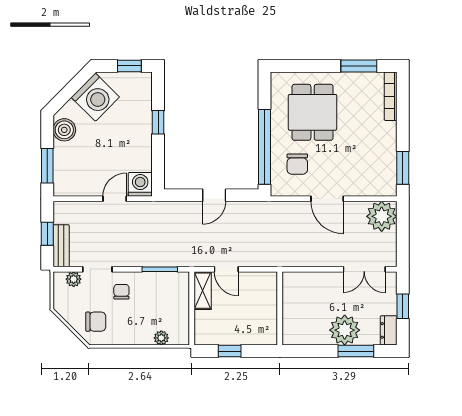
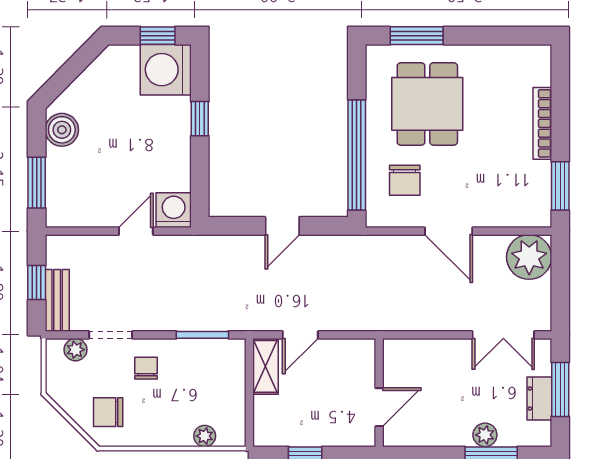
window: (359, 66) -> (417, 36), moved
bookcase: (391, 96) -> (542, 123), moved
washing machine: (95, 97) -> (166, 70), moved, turned 135
door: (226, 269) -> (300, 335), hinge flipped
window: (403, 306) -> (560, 389), width x1.50
door: (280, 318) -> (379, 407), added
chair: (96, 322) -> (108, 412), turned 180
plant: (345, 330) -> (485, 435), width x0.53, depth x0.53
dresser: (389, 330) -> (539, 399), moved

